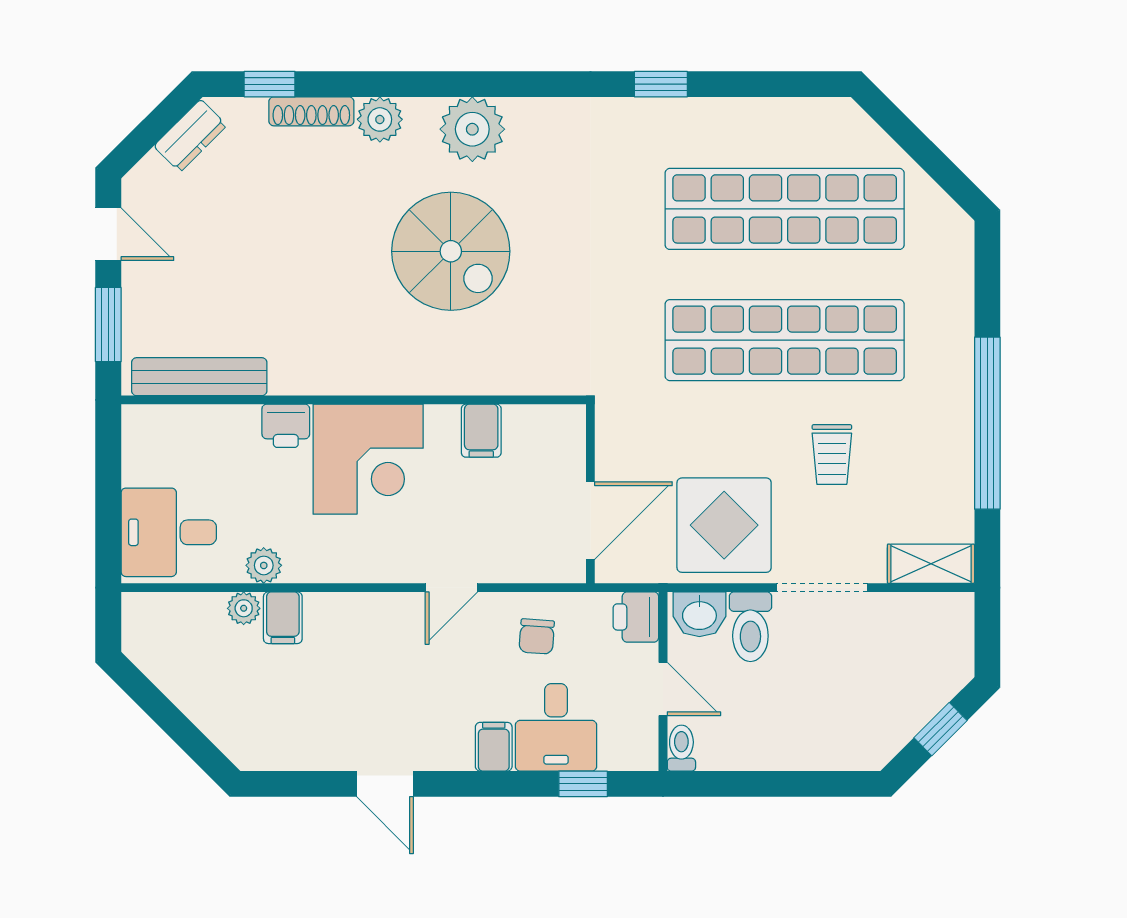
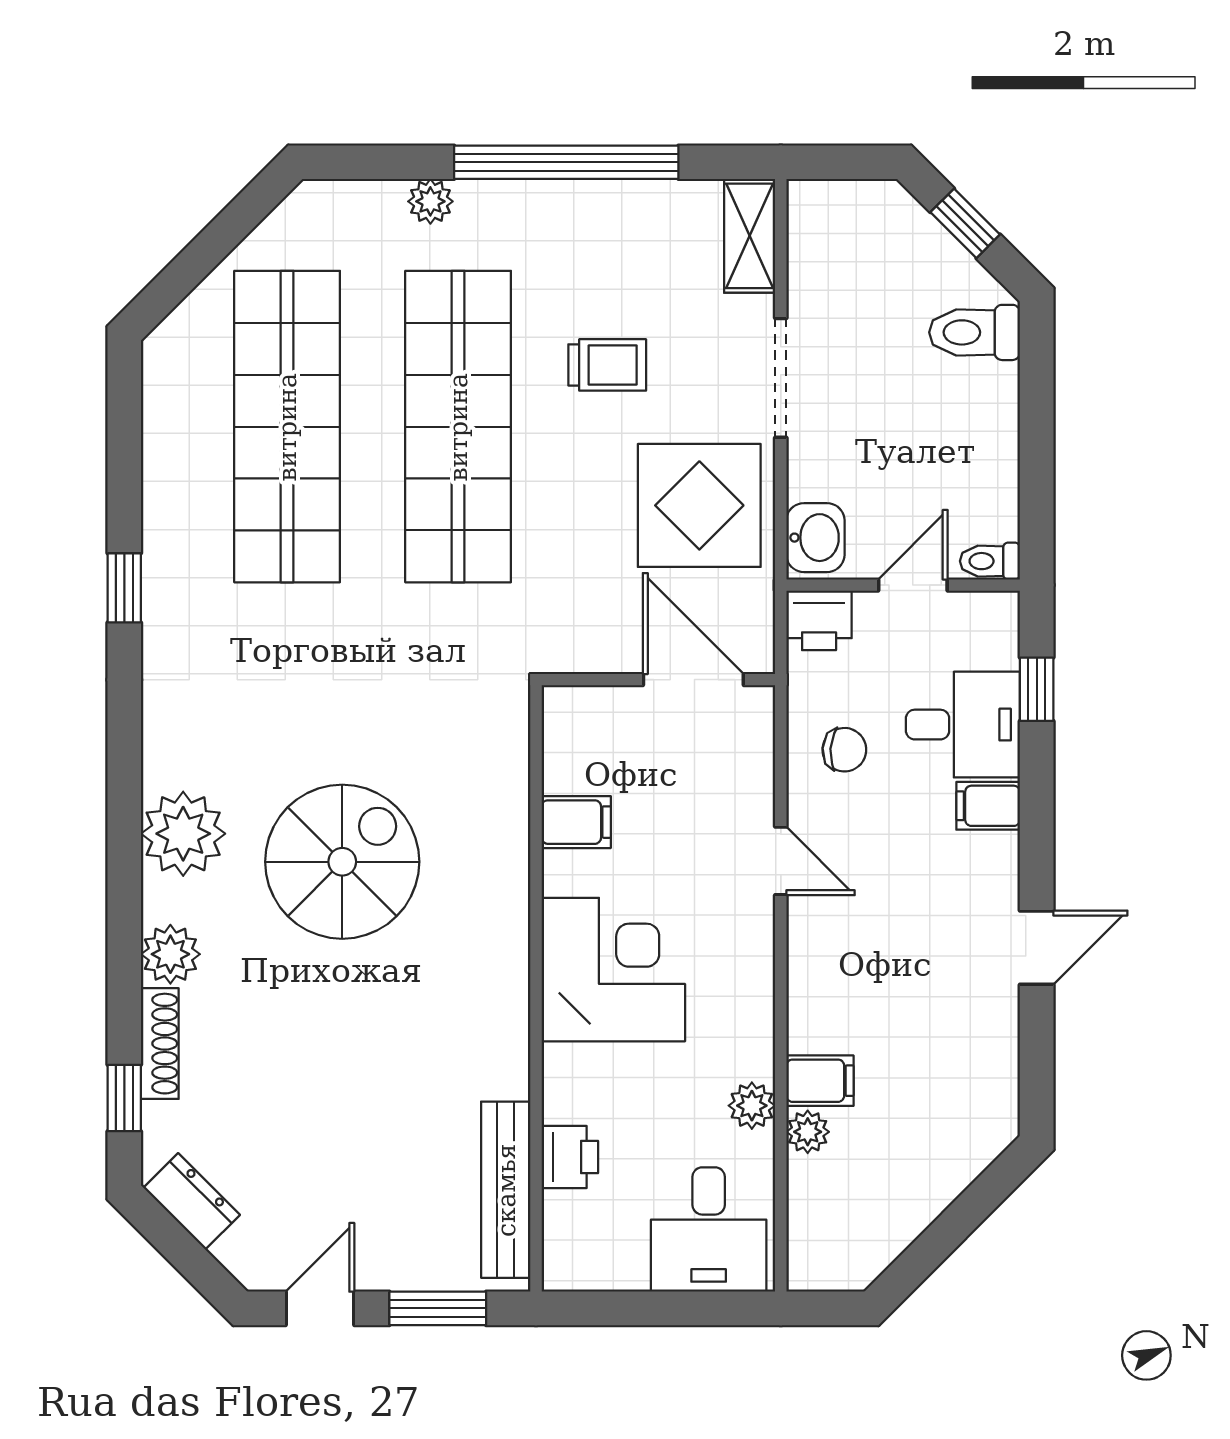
plant: (957, 319) -> (430, 201), added
printer: (286, 426) -> (570, 1157), moved
toilet: (750, 627) -> (975, 332), moved, turned 180

